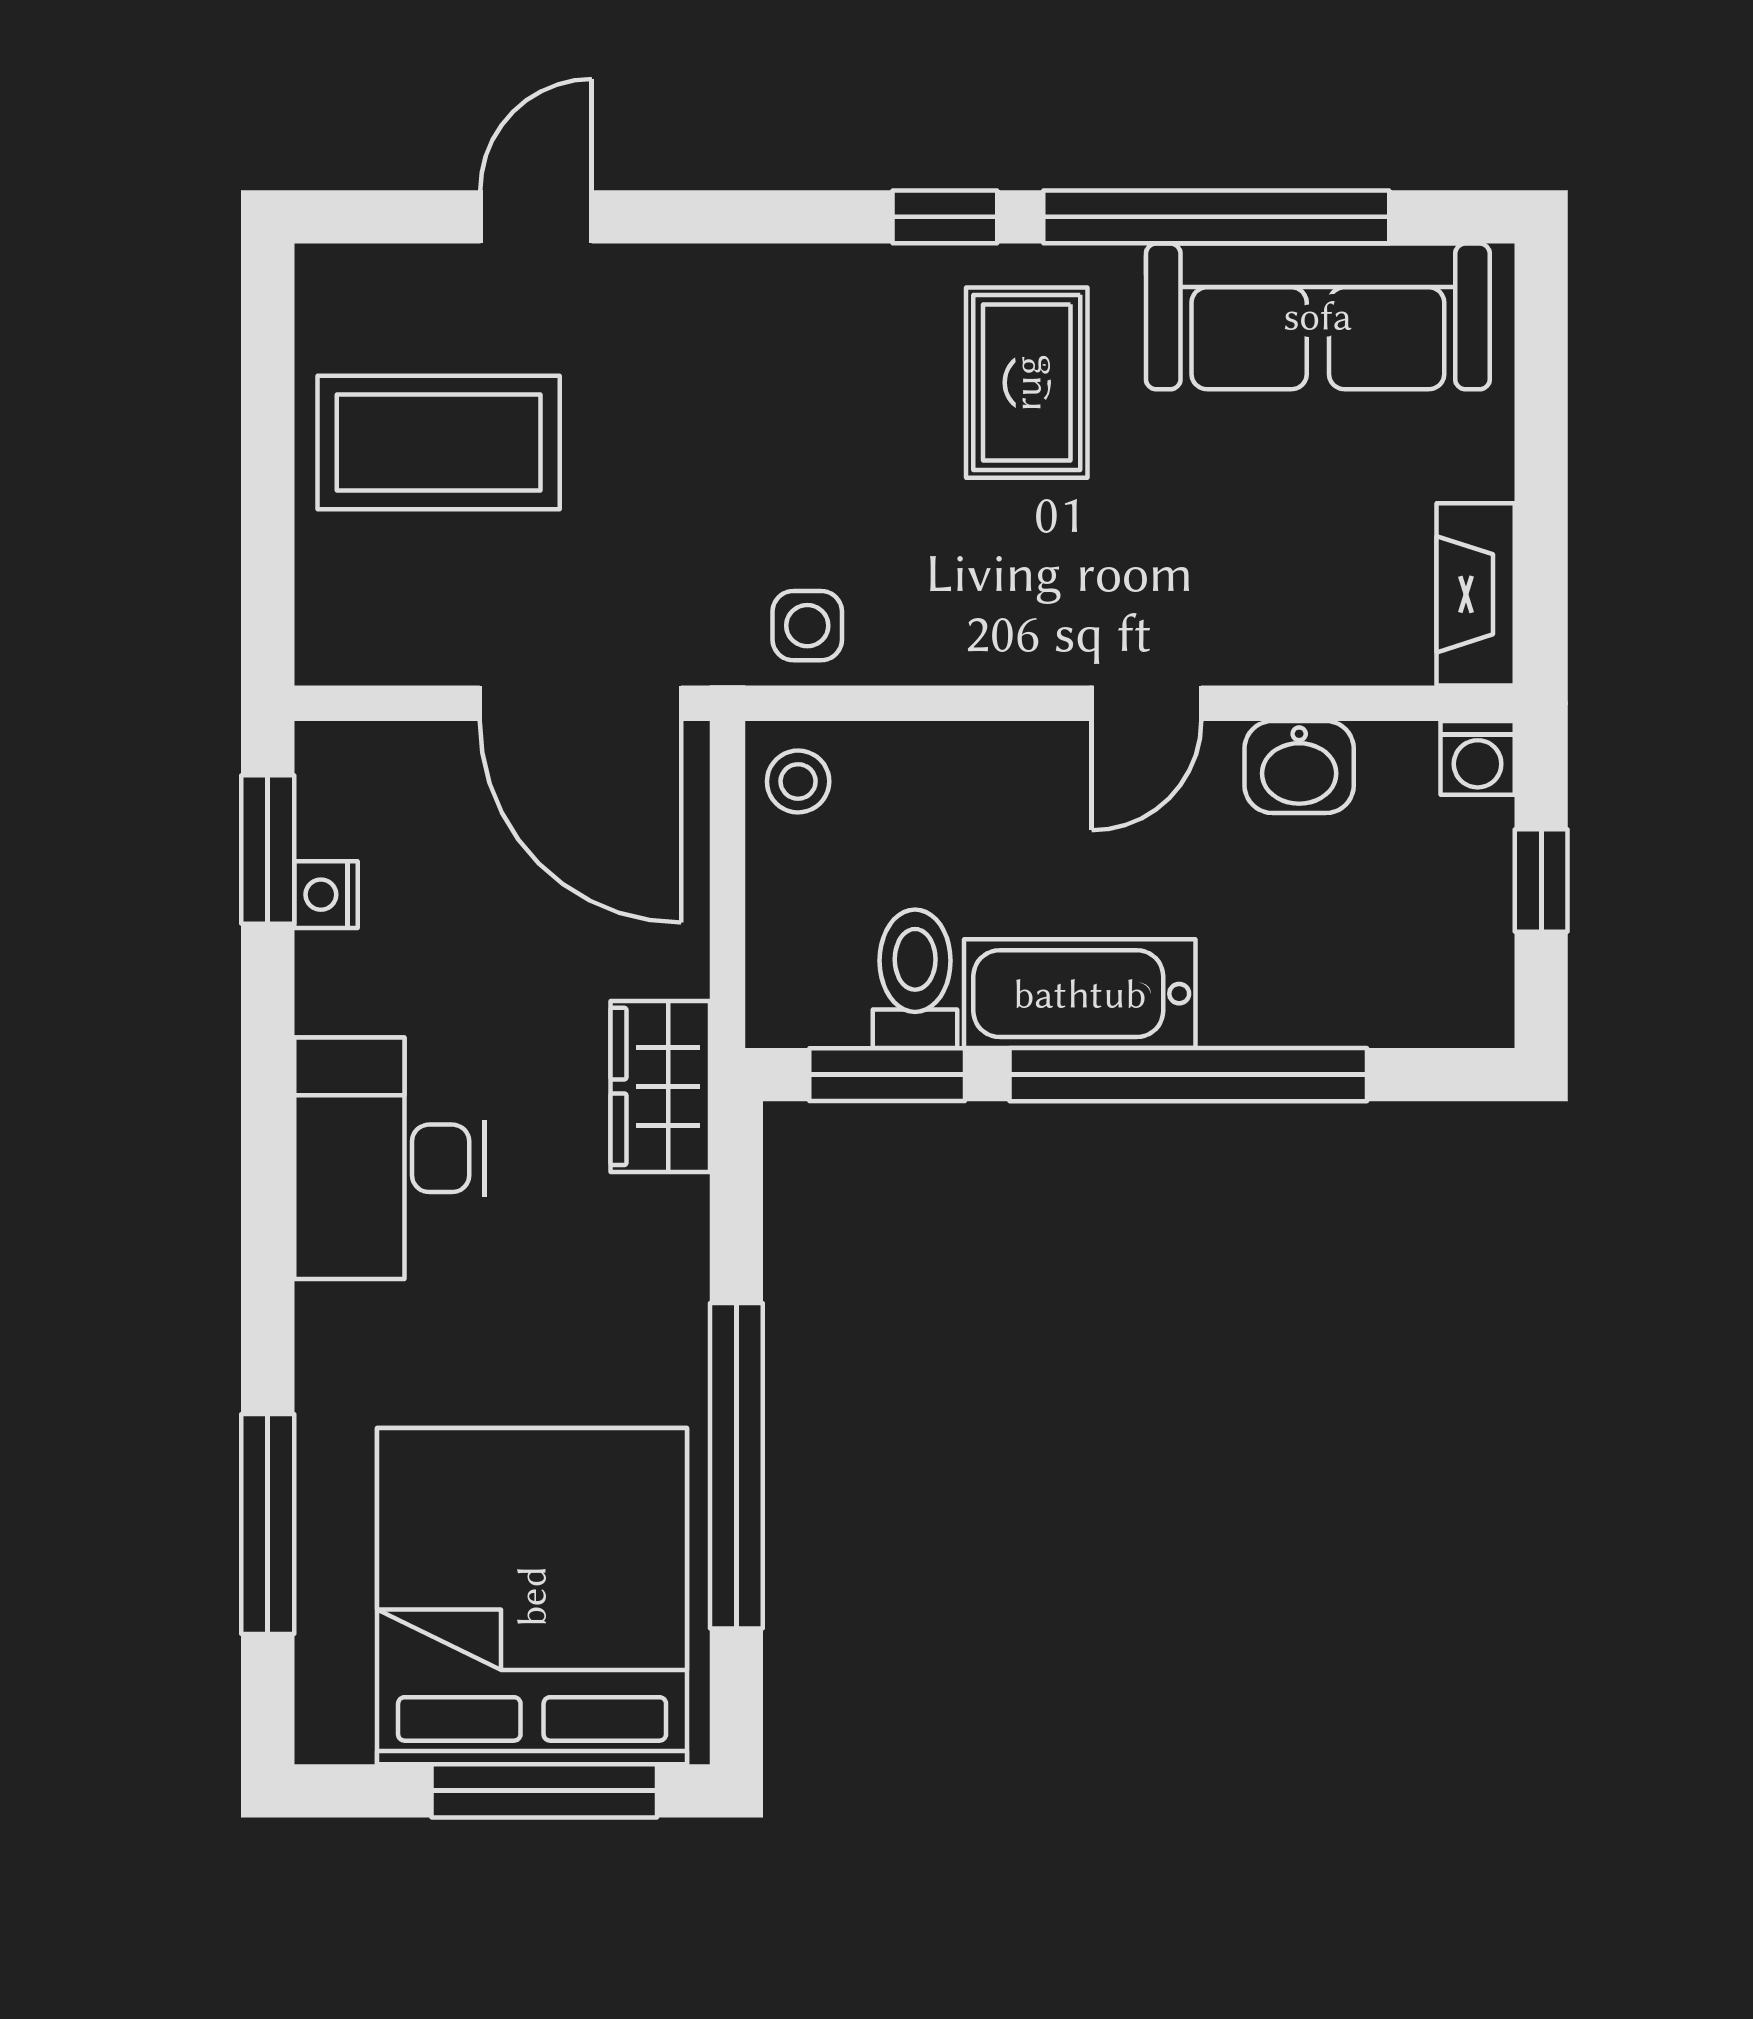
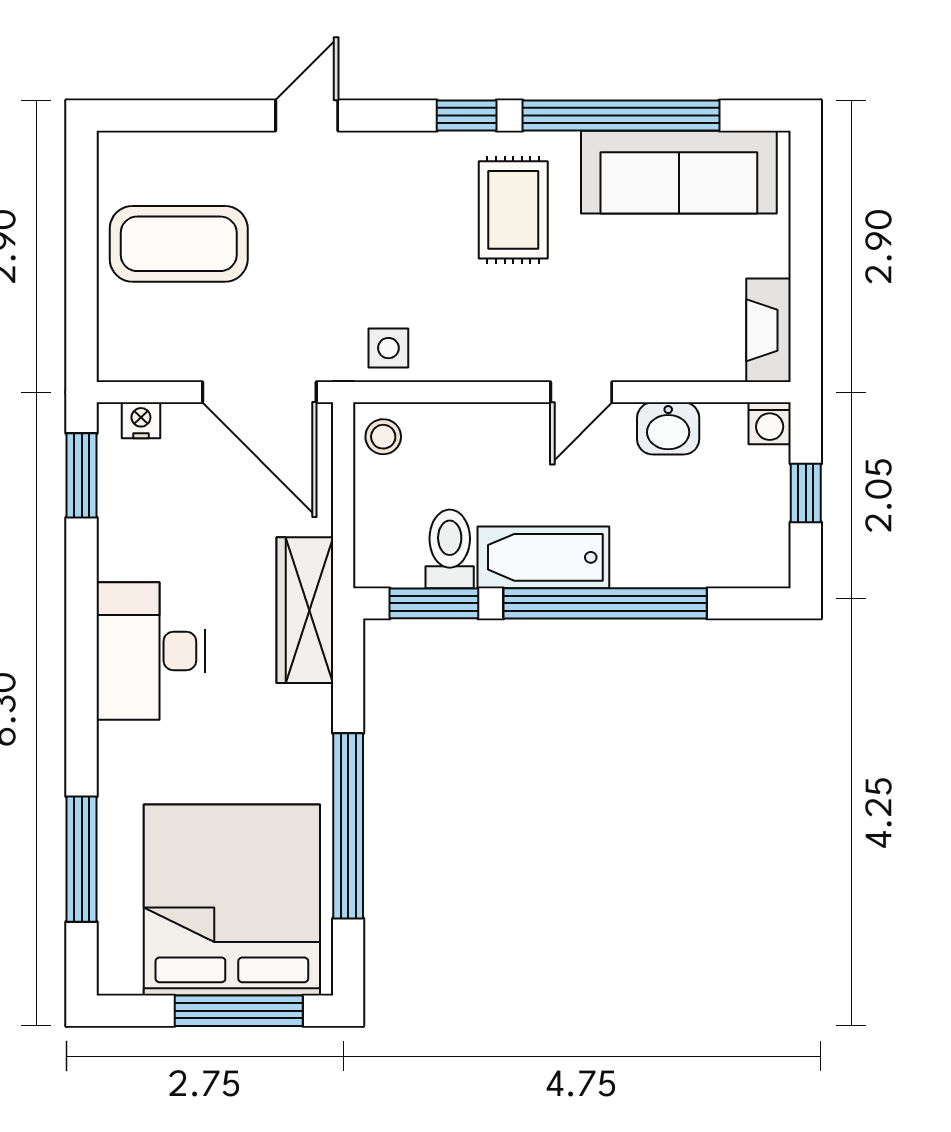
door: (536, 217) -> (307, 116), moved
nightstand: (326, 895) -> (141, 420), moved, turned 90
wardrobe: (660, 1086) -> (305, 610), width x1.50

